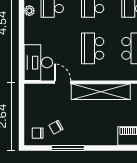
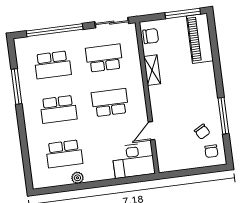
school desk: (93, 48) -> (110, 103), turned 180
shelving: (101, 92) -> (152, 70), width x0.45, depth x0.75

